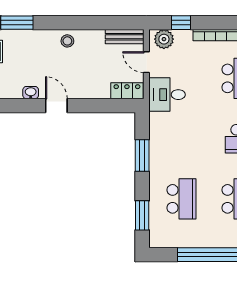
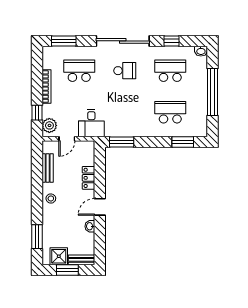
bench: (124, 37) -> (48, 168), moved
locker: (127, 91) -> (88, 178), moved
window: (142, 155) -> (122, 142), moved

